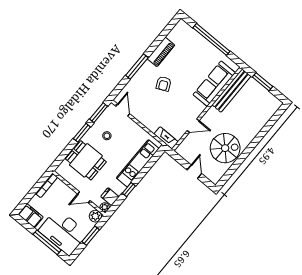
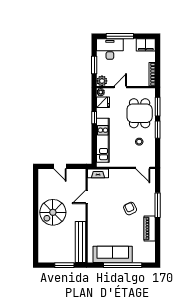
sofa: (214, 84) -> (113, 254), moved, turned -90
window: (99, 113) -> (158, 107), moved
spiral stairs: (225, 148) -> (53, 212), moved
dining table: (86, 160) -> (140, 113), turned 90
desk: (63, 232) -> (110, 49), width x0.73, depth x0.77

